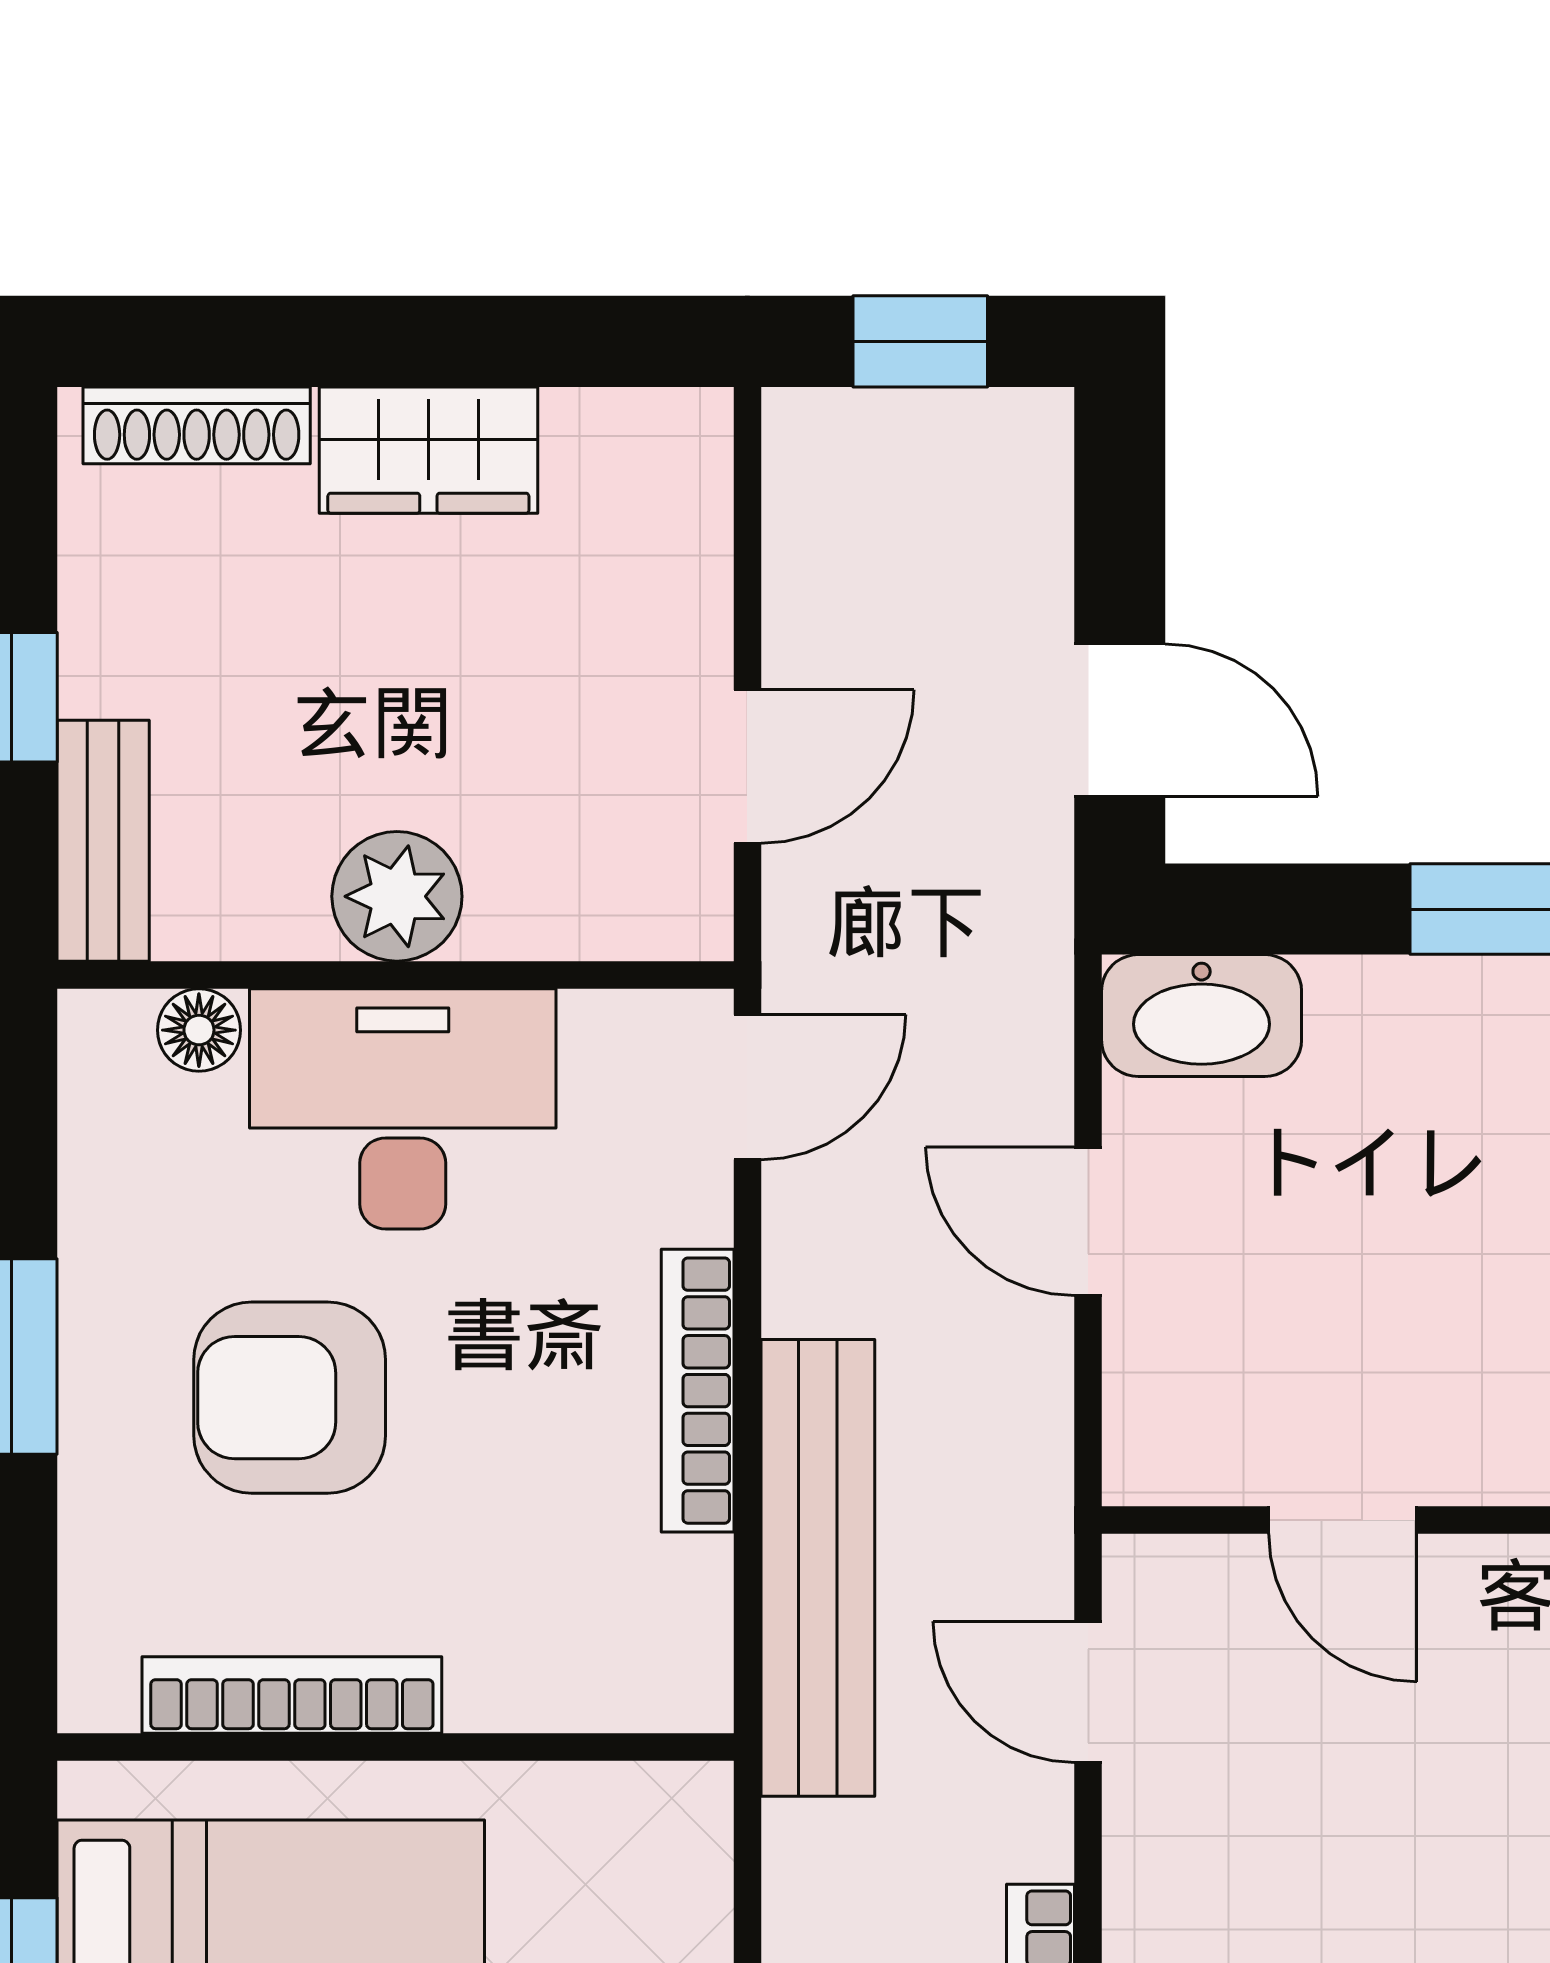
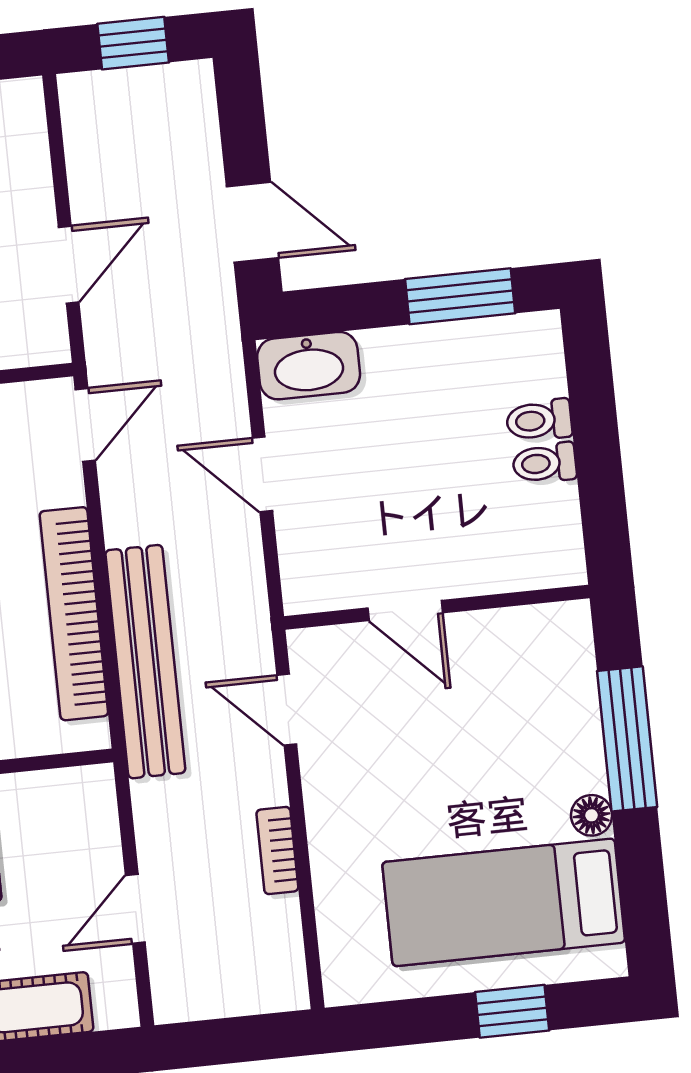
bookcase: (698, 1391) -> (74, 614), width x1.48, depth x1.31

